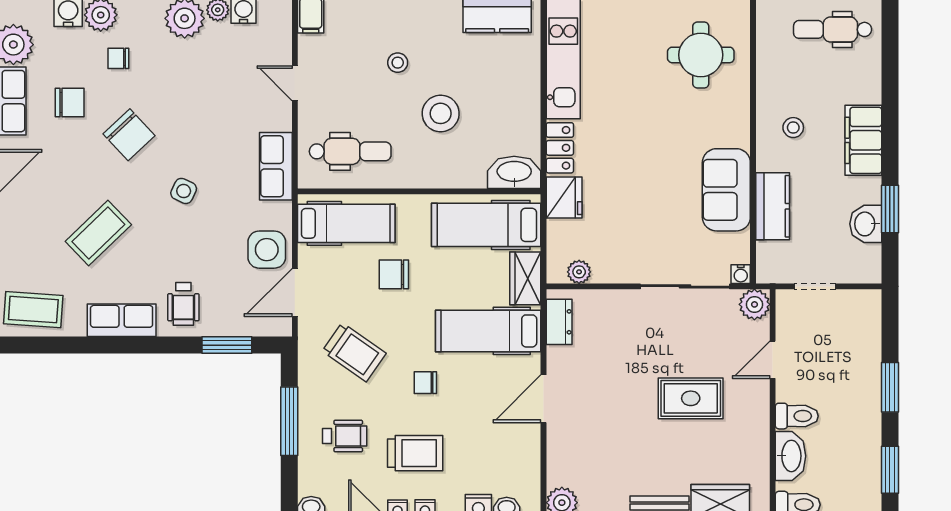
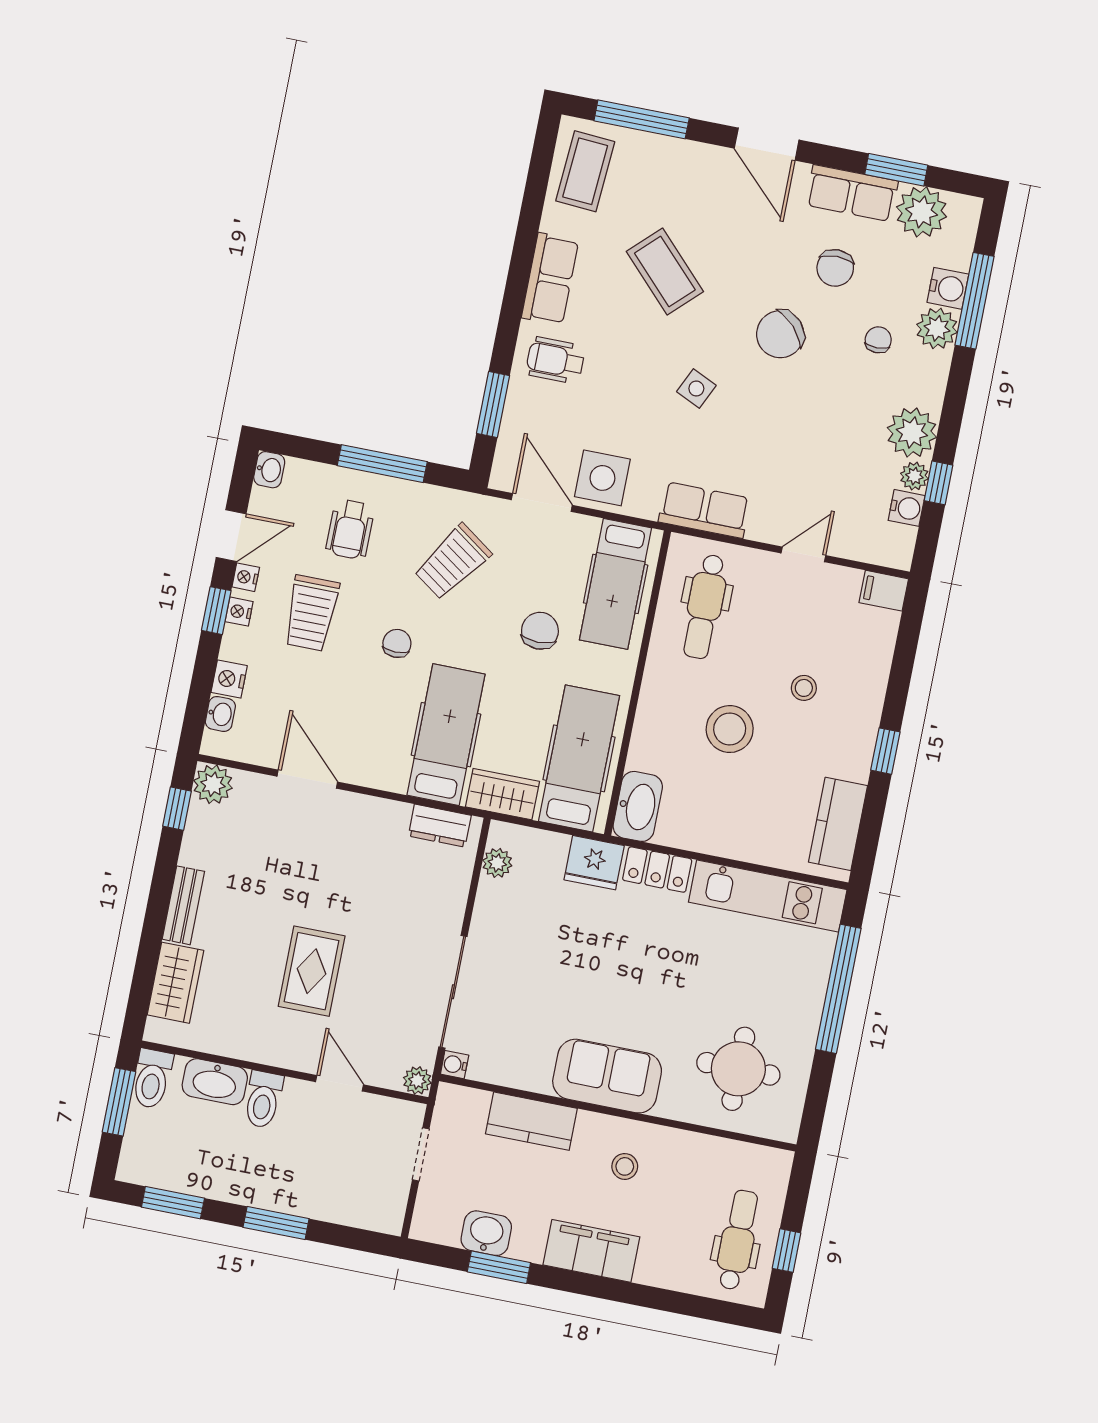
sofa: (726, 190) -> (607, 1076), moved
plant: (754, 304) -> (417, 1080), width x0.73, depth x0.73
door: (544, 399) -> (307, 779), moved

